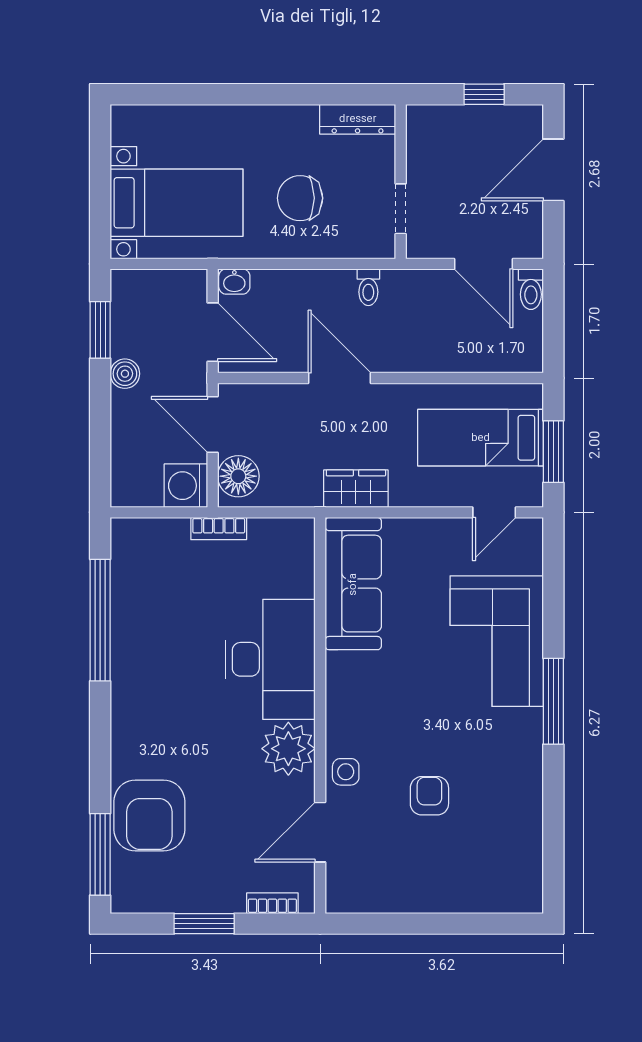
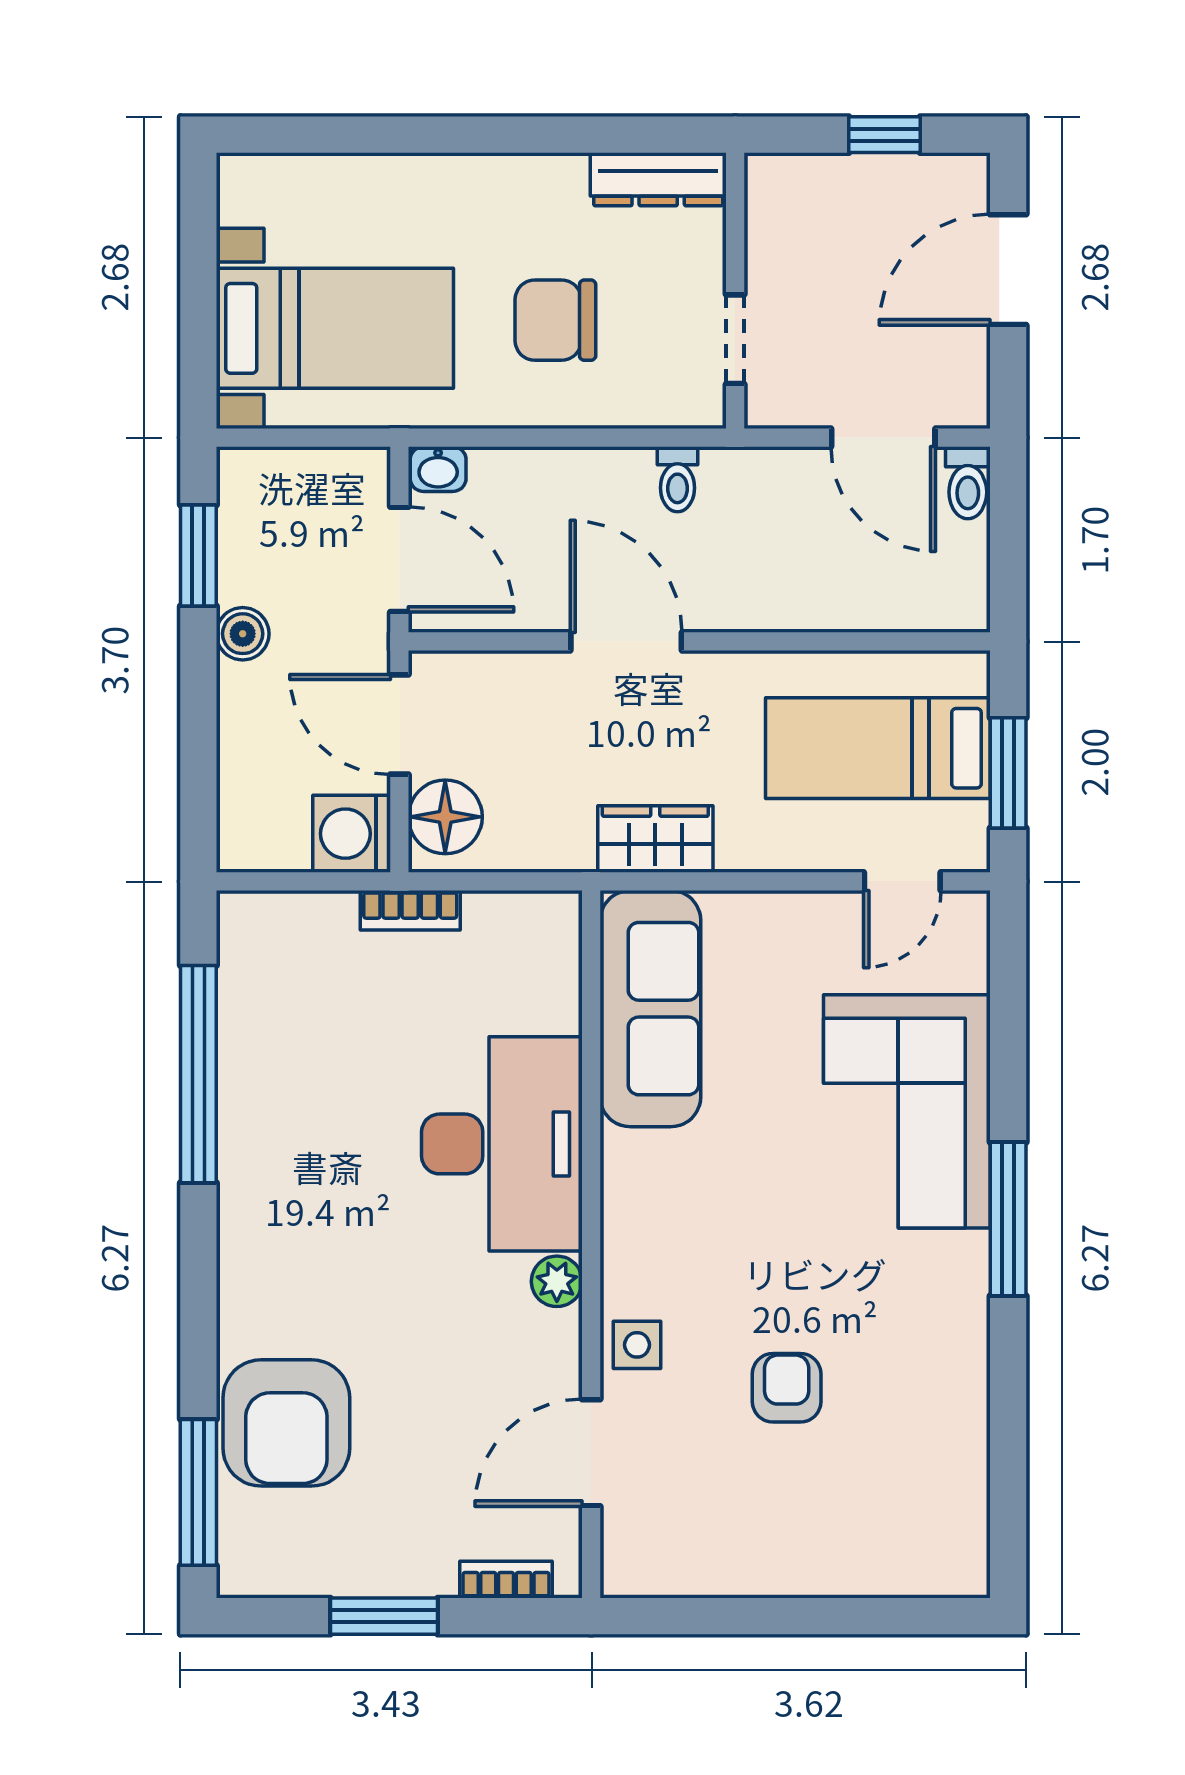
plant: (288, 749) -> (557, 1281), width x0.53, depth x0.53

